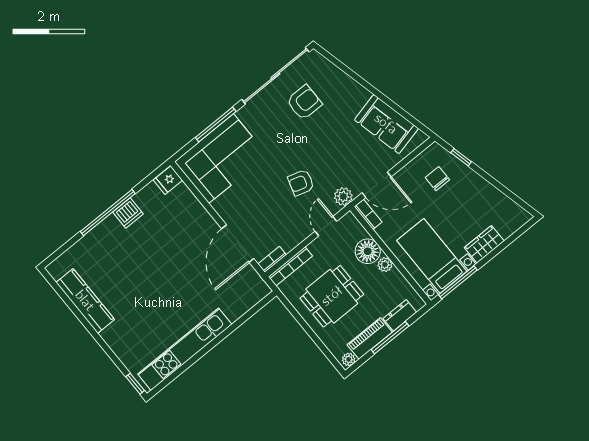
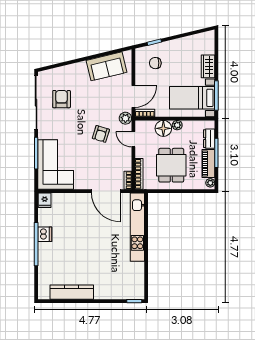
kitchen unit: (185, 349) -> (137, 227), moved

